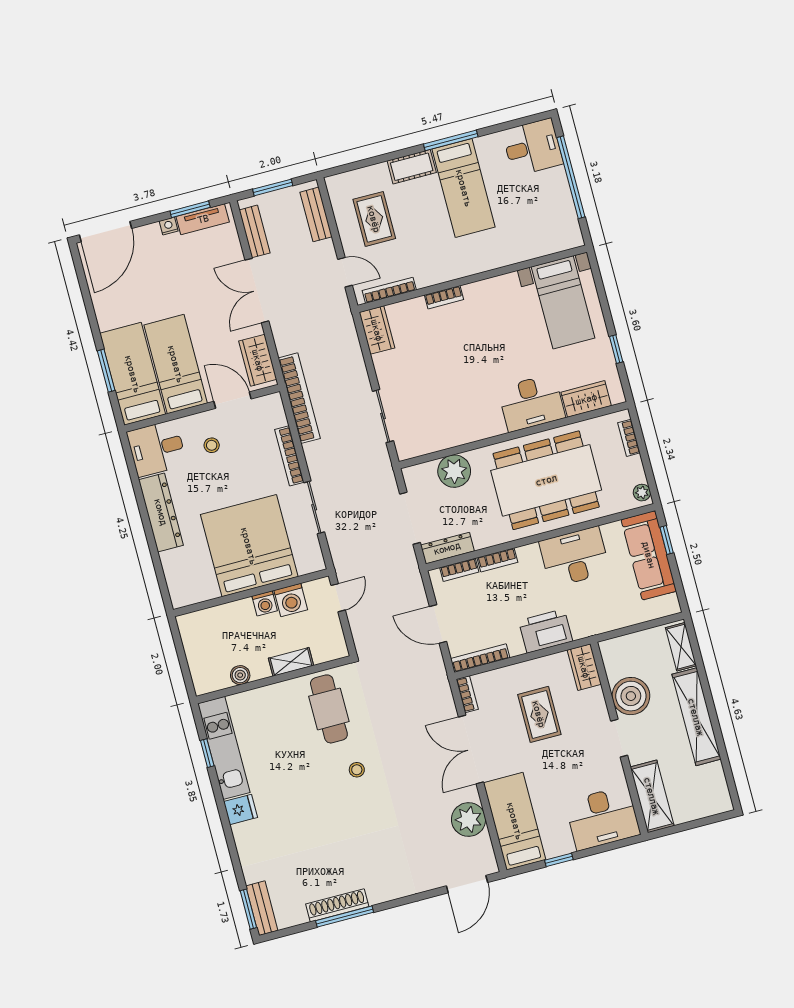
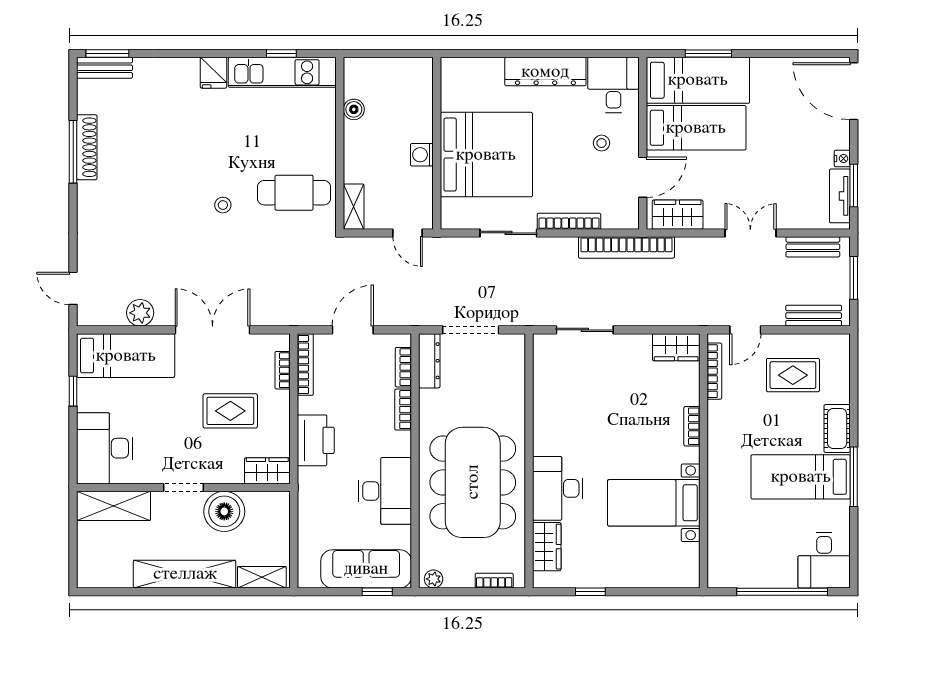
double door: (257, 291) -> (750, 233), width x0.73
bed with nightstands: (563, 302) -> (654, 503), moved
plant: (454, 471) -> (508, 389), removed
washing machine: (291, 600) -> (418, 183), removed
shelving: (291, 662) -> (354, 207), moved
bookcase: (467, 694) -> (283, 370), moved, turned 90
plant: (469, 820) -> (140, 313), width x0.73, depth x0.73
door: (467, 884) -> (73, 288), width x0.73

